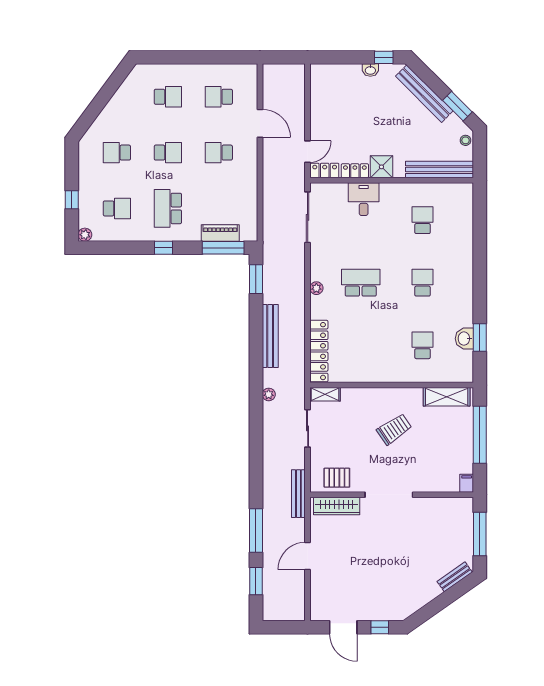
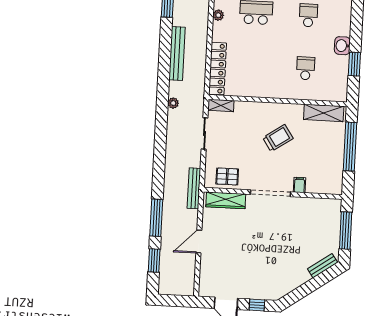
washbasin: (464, 339) -> (342, 46), moved
filing cabinet: (467, 483) -> (299, 185), moved

